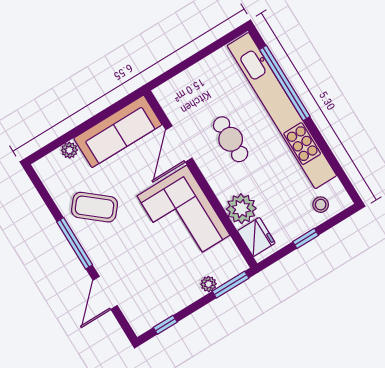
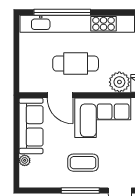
cafe table: (231, 139) -> (76, 64), width x1.37, depth x1.35
coffee table: (94, 207) -> (83, 163), moved, turned 50

